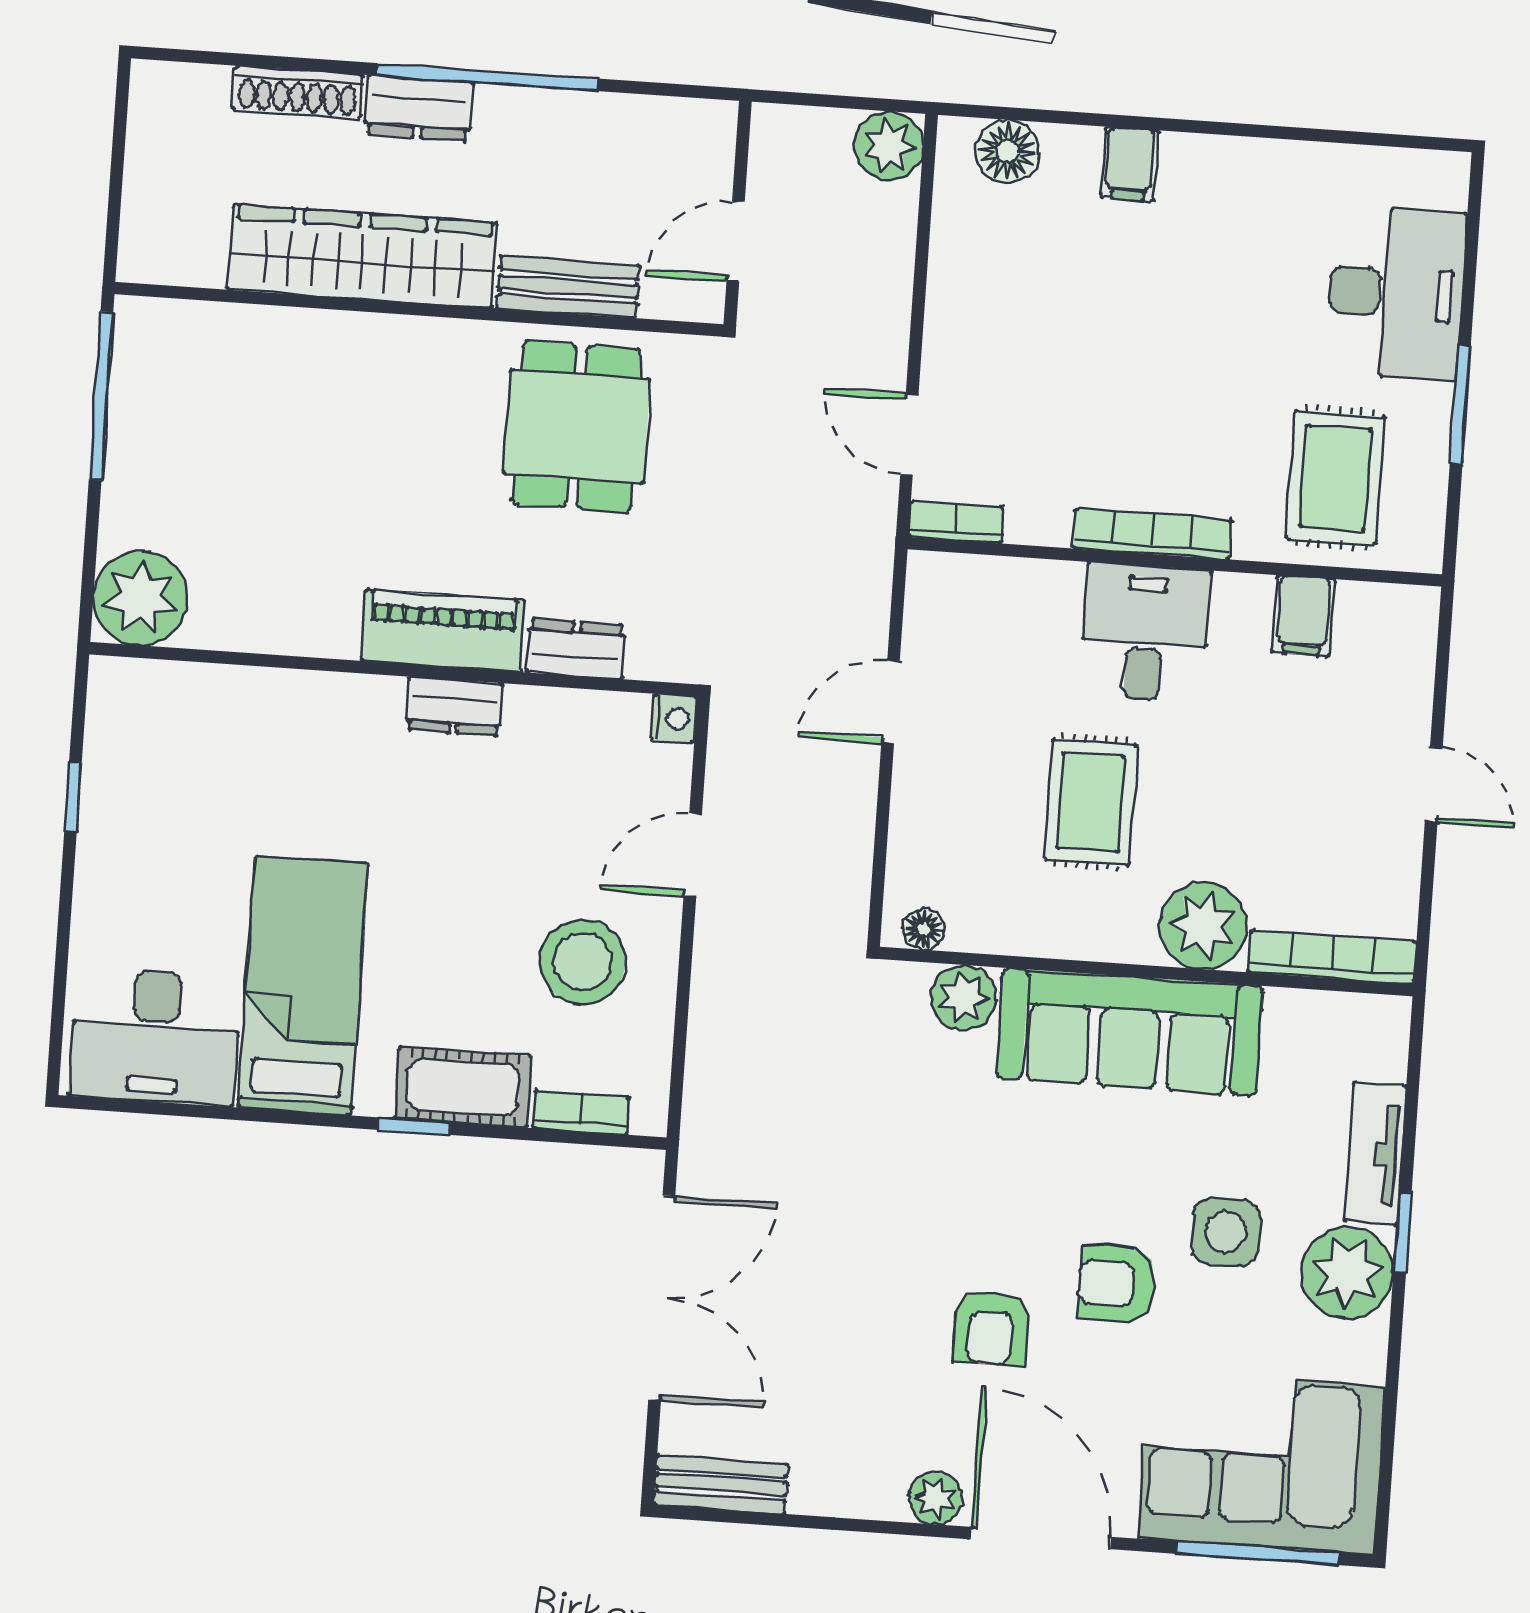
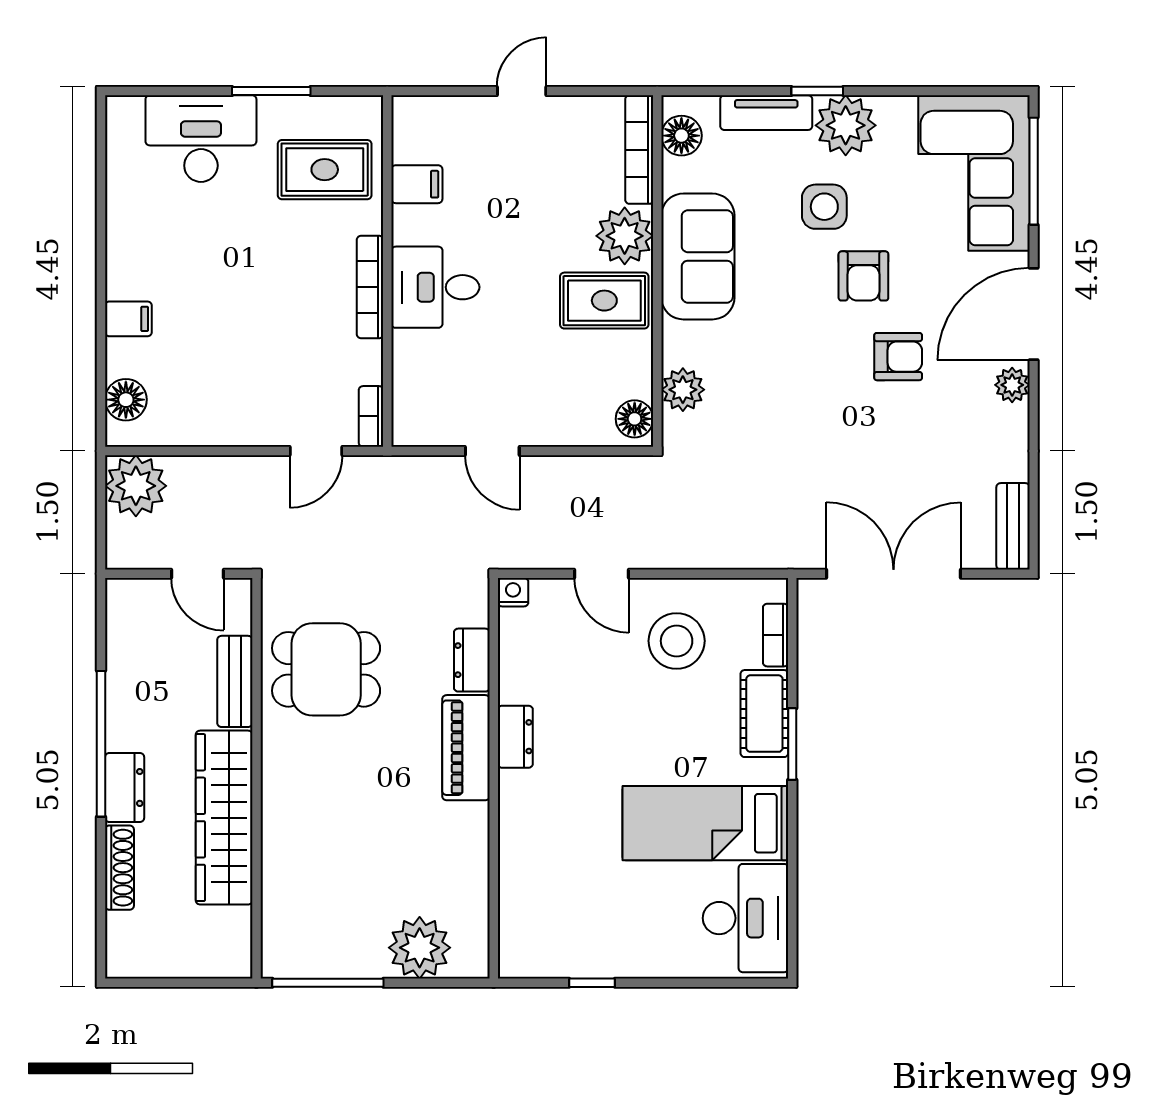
plant: (889, 146) -> (136, 486), width x1.36, depth x1.36
plant: (140, 598) -> (420, 948), moved
rug: (1091, 802) -> (604, 301), moved
floor lamp: (924, 929) -> (635, 419), width x1.37, depth x1.37
floor lamp: (1349, 1023) -> (681, 136), added
sofa: (1129, 1032) -> (698, 256), width x0.73
window: (414, 1126) -> (792, 744), width x1.50

